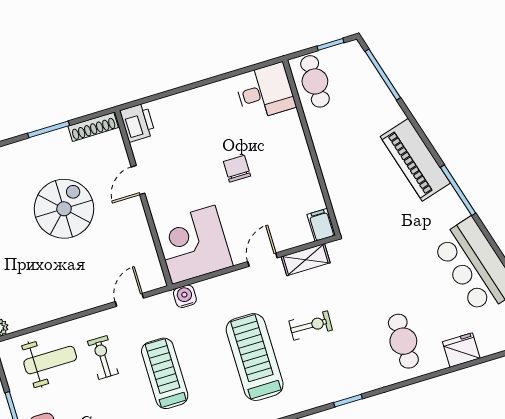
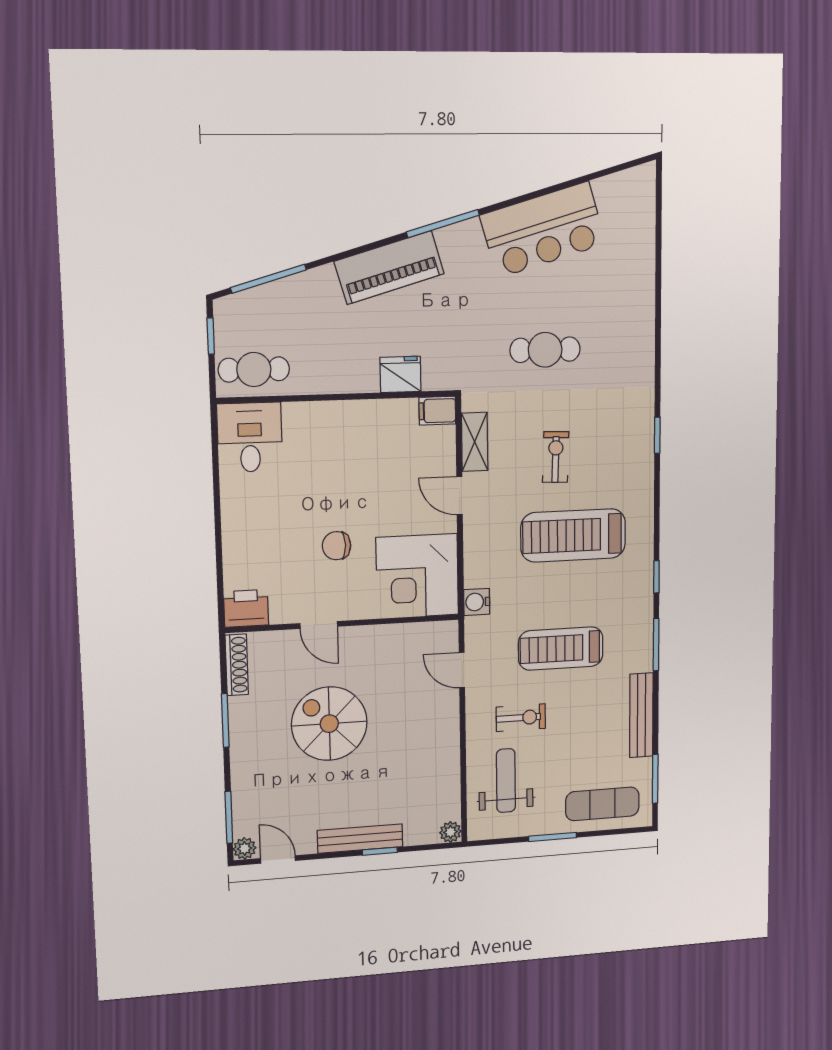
chair: (237, 169) -> (337, 546), moved
cafe table: (403, 341) -> (545, 350), moved
fridge: (461, 350) -> (400, 374), moved, turned 90
exercise bike: (103, 357) -> (521, 718), turned 180

